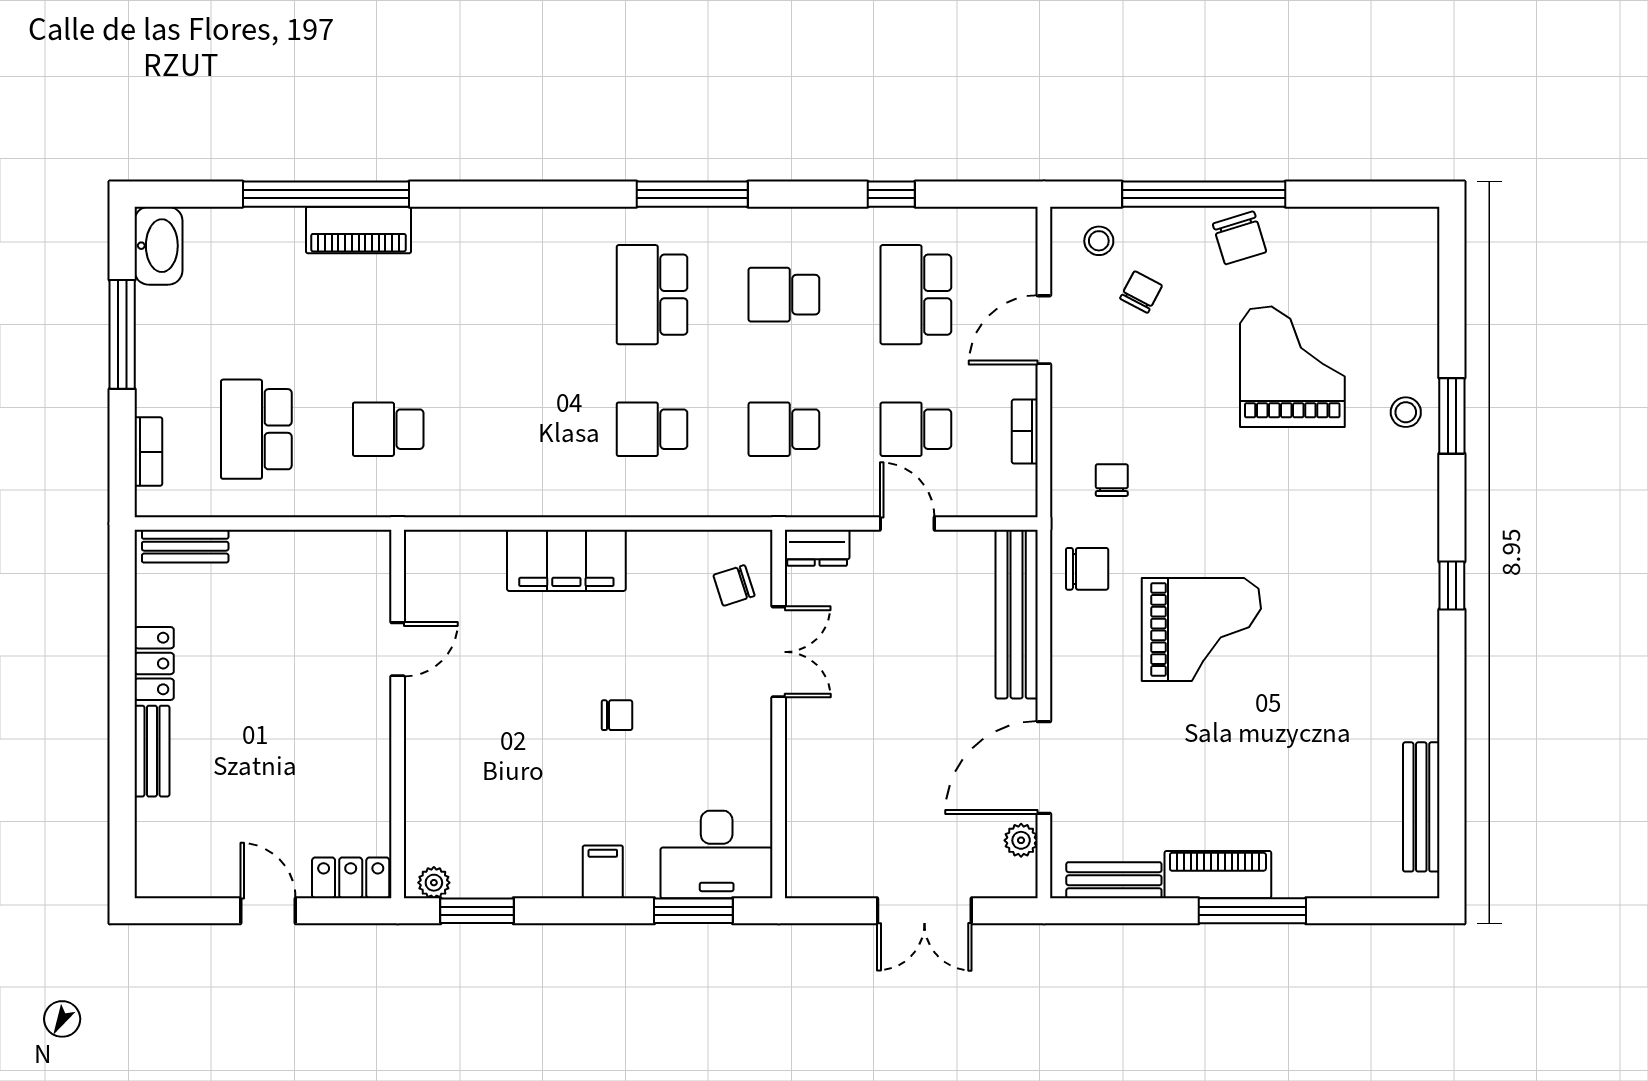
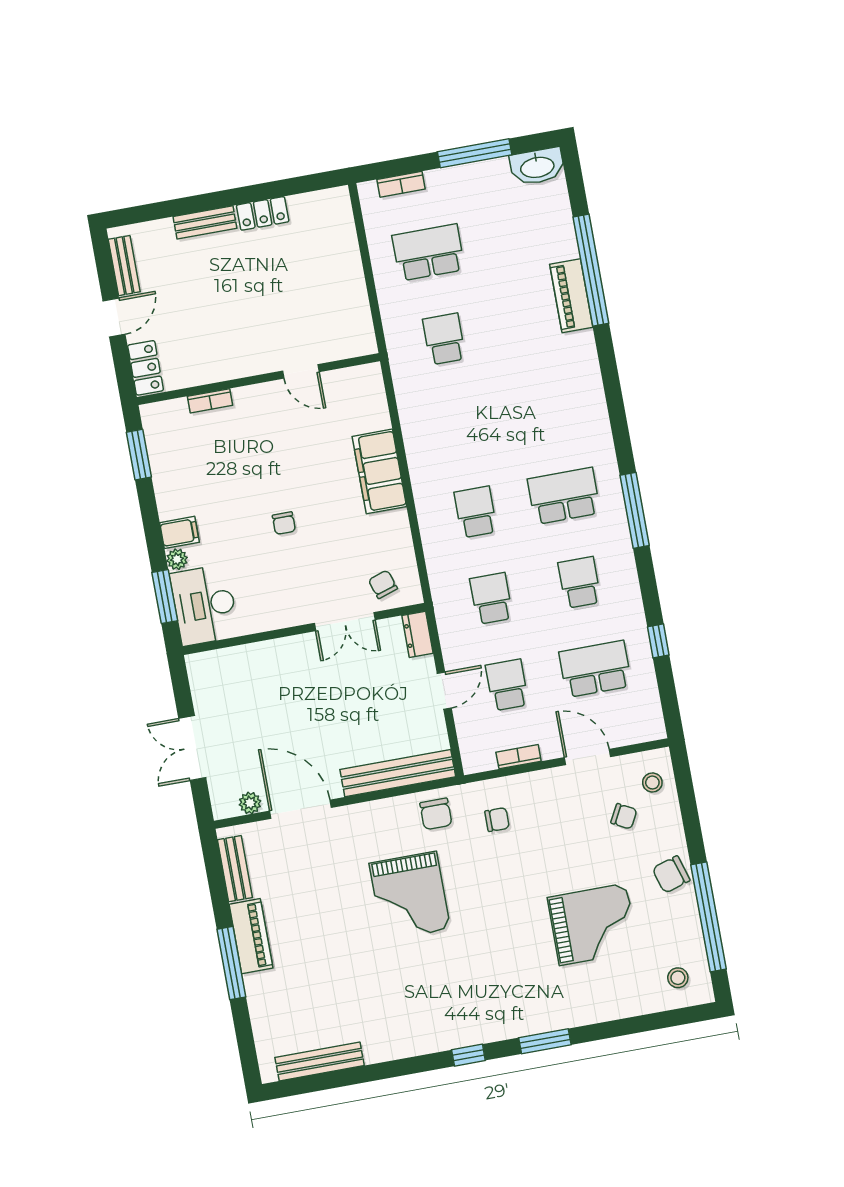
window: (1204, 194) -> (708, 917), moved
stool: (1406, 412) -> (678, 978), moved
window: (1452, 416) -> (545, 1041), moved
bench: (185, 546) -> (124, 266), moved
bookcase: (417, 791) -> (210, 401), added
plant: (434, 883) -> (177, 559), moved

